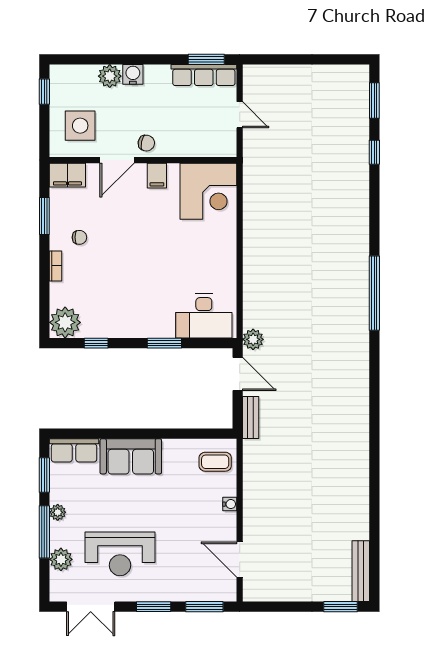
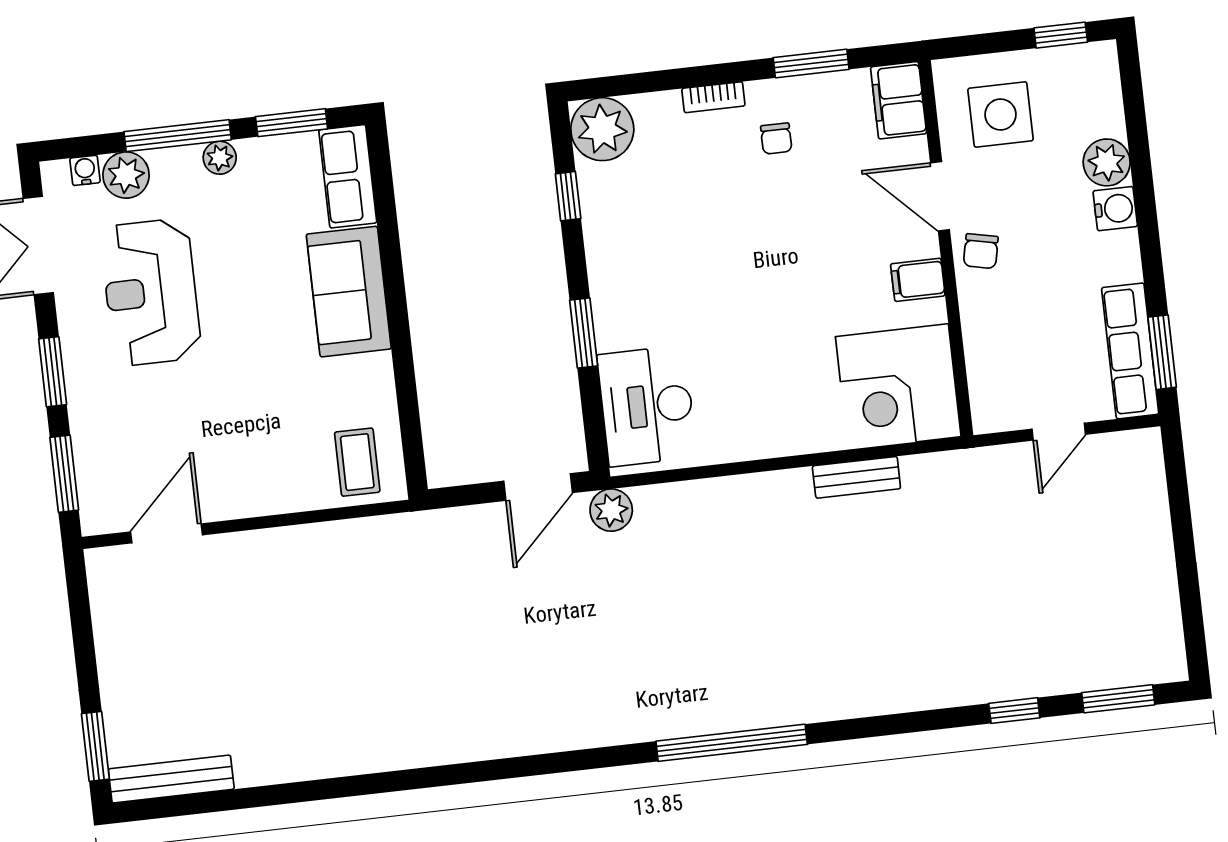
bench: (251, 417) -> (856, 477), moved
water cooler: (230, 504) -> (85, 170), moved, turned 180

